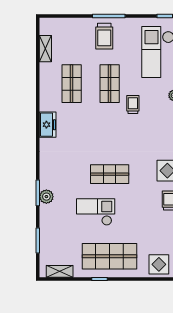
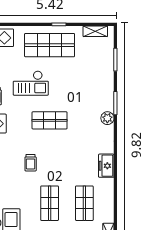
trolley: (133, 105) -> (31, 163), moved
plant: (46, 197) -> (107, 118), moved
checkout: (96, 212) -> (31, 83), moved

